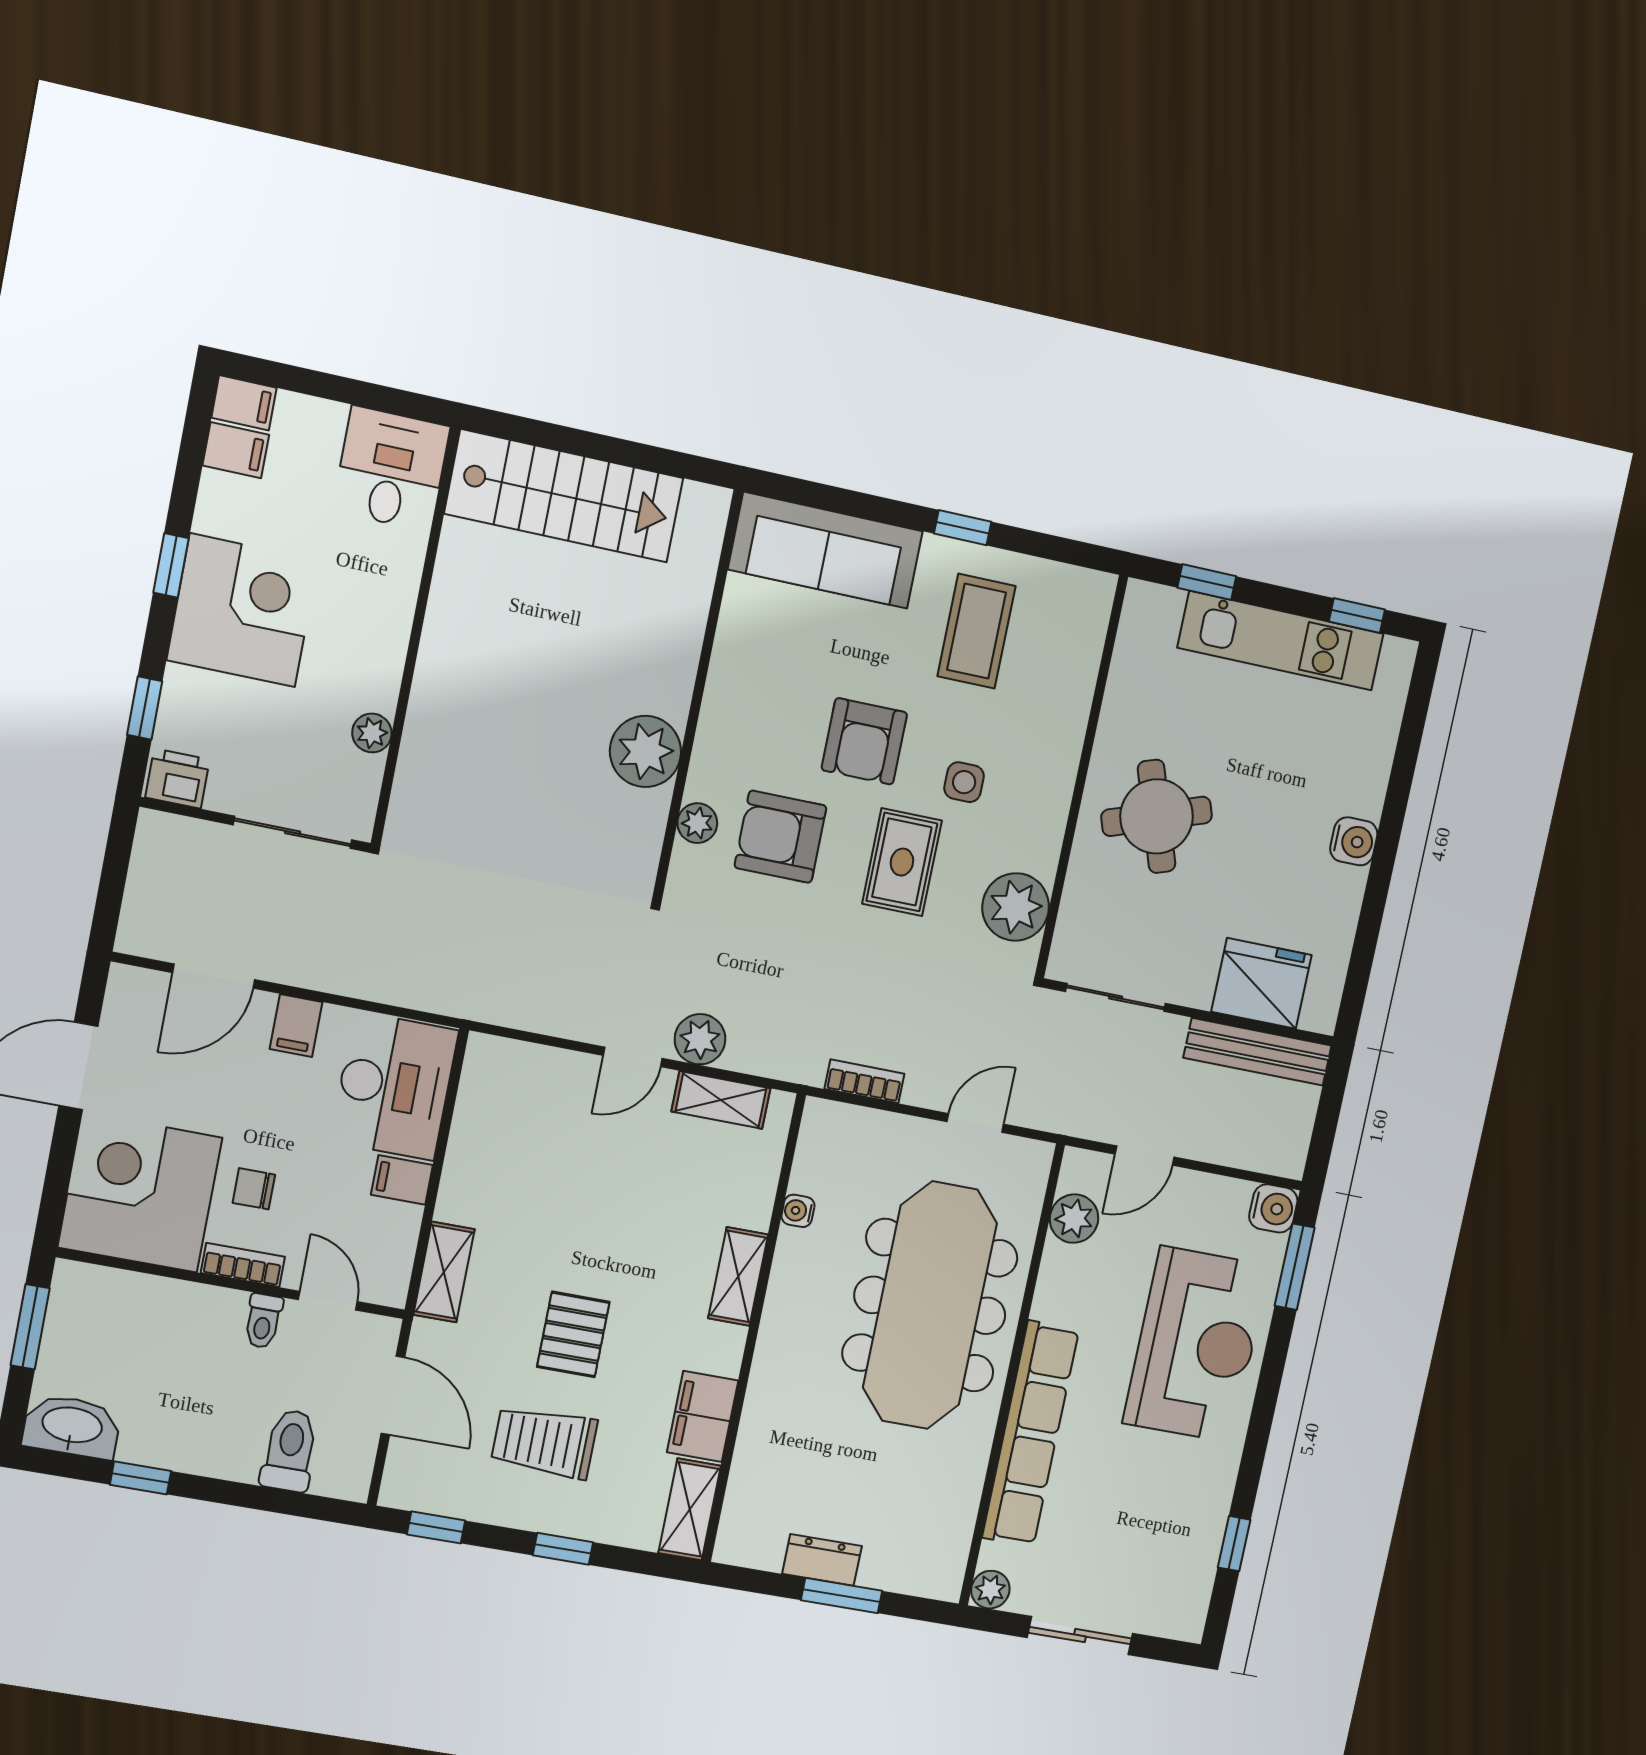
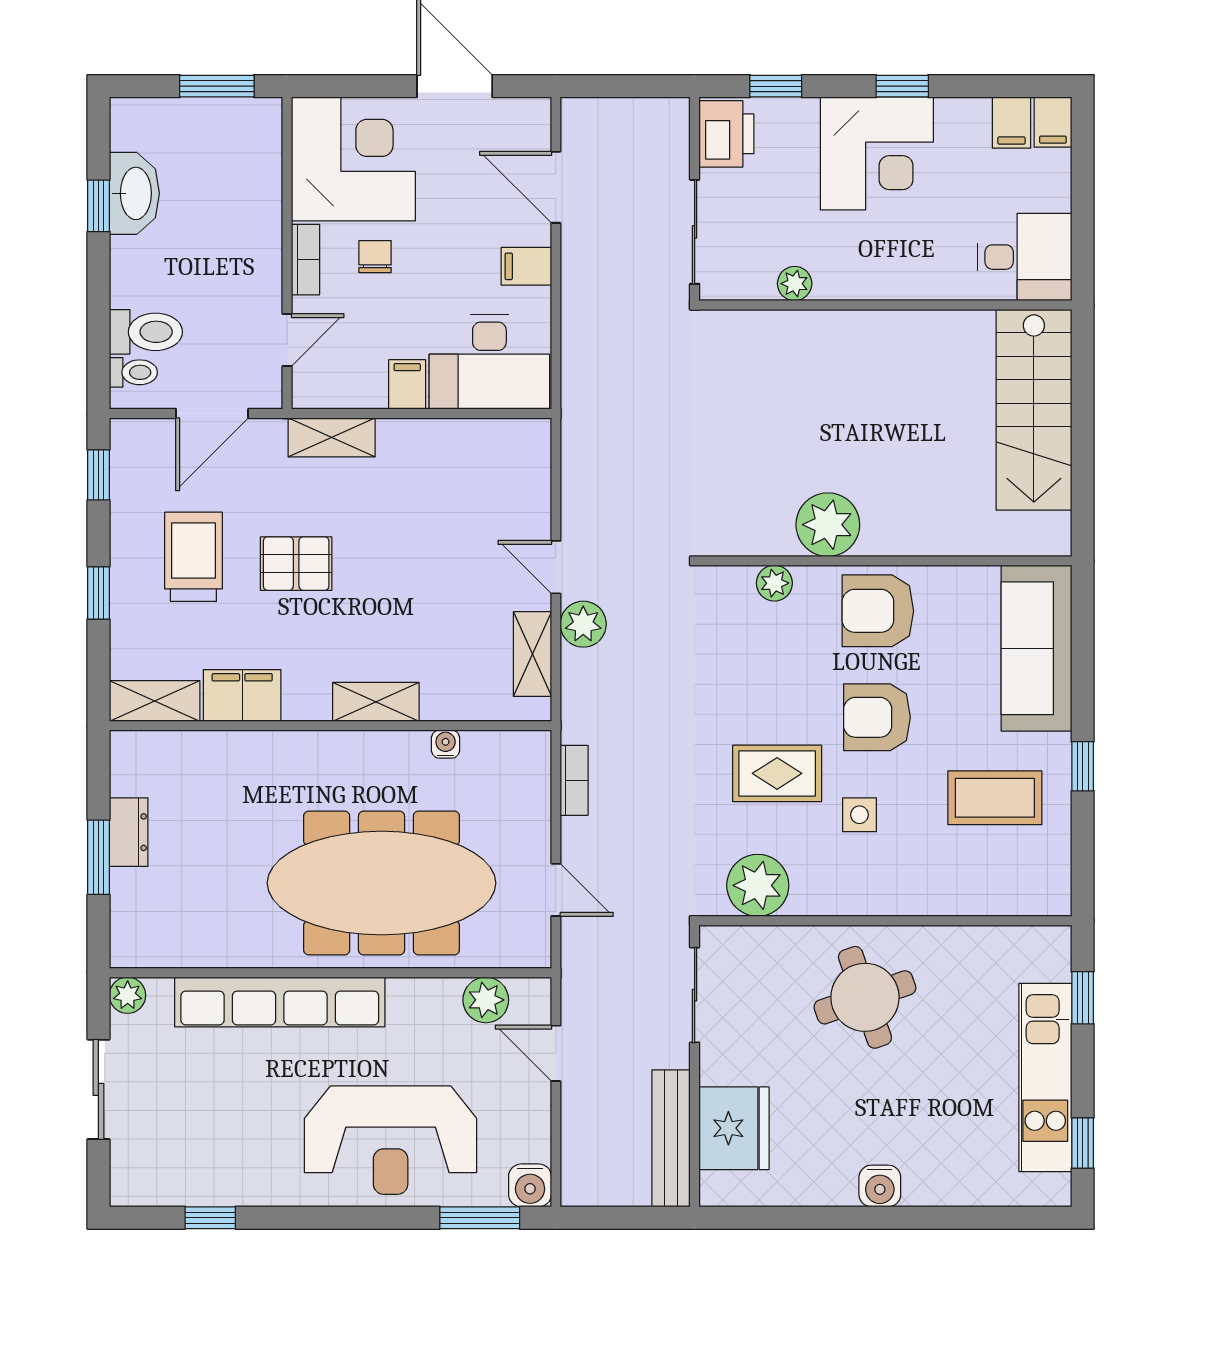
printer: (177, 779) -> (726, 134), width x1.36, depth x1.24
armchair: (780, 837) -> (878, 611), moved, turned -90
toilet: (263, 1321) -> (133, 372), moved, turned 180
washbasin: (72, 1426) -> (134, 193), moved

